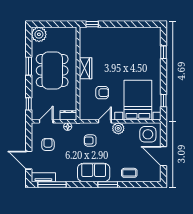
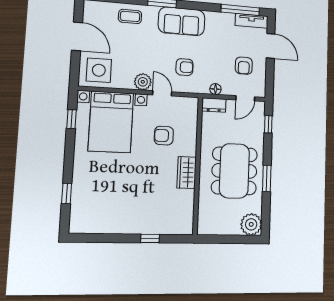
window: (92, 24) -> (150, 238), moved
door: (105, 121) -> (162, 93), swing flipped

